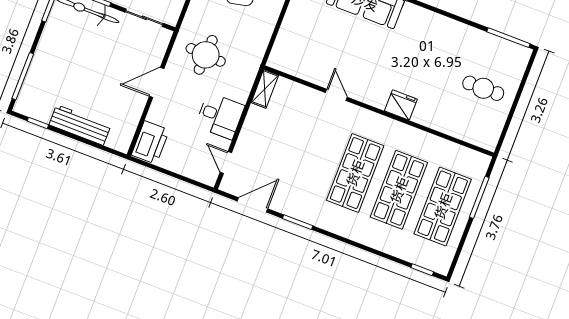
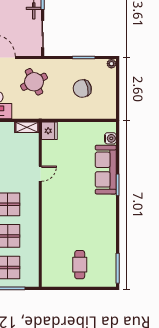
round table: (206, 55) -> (34, 82), turned -30
fridge: (401, 105) -> (49, 131), moved

